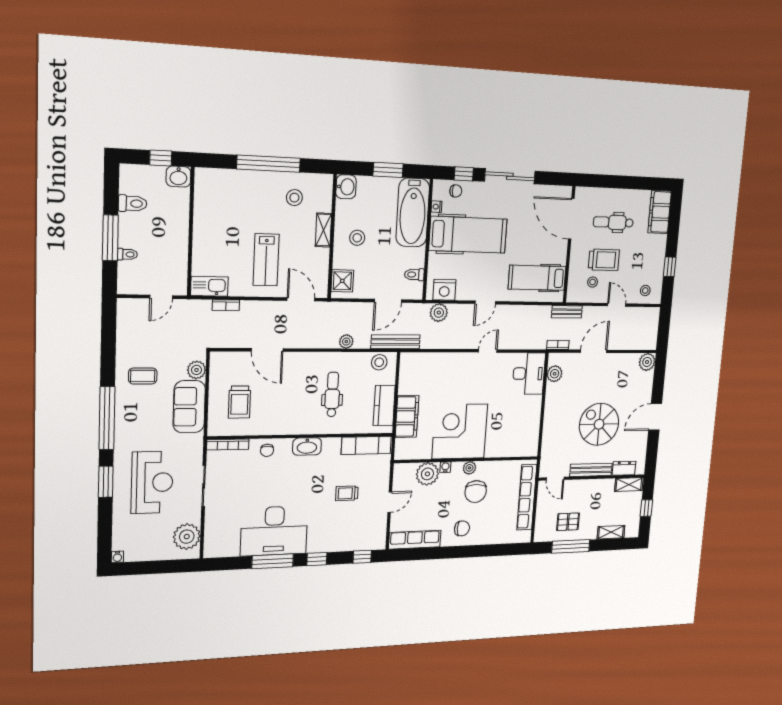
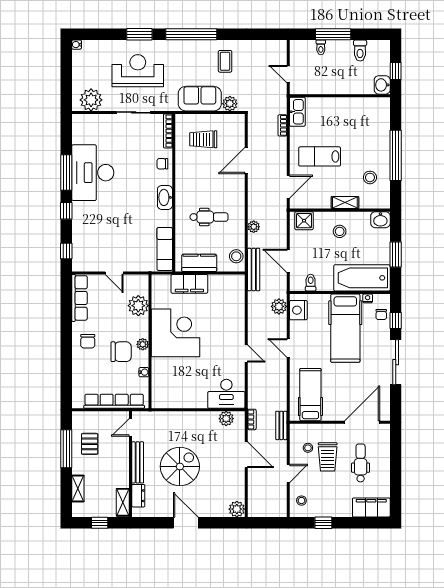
water cooler: (445, 467) -> (144, 372), moved
reception desk: (152, 482) -> (138, 71), turned 180
chair: (476, 492) -> (121, 352), turned 180
trolley: (347, 493) -> (123, 234), removed

